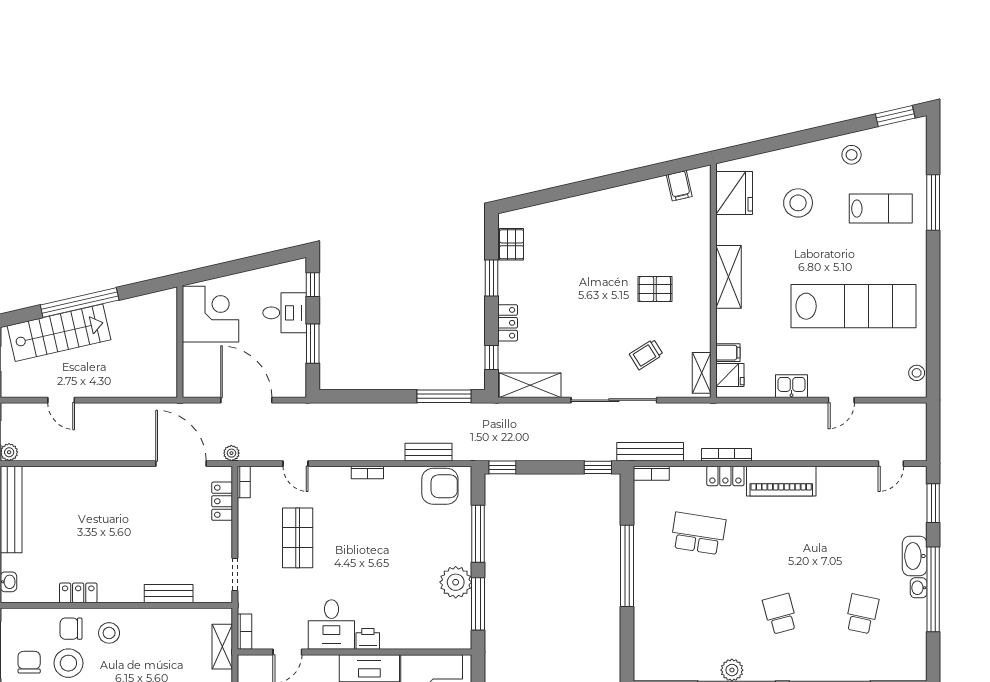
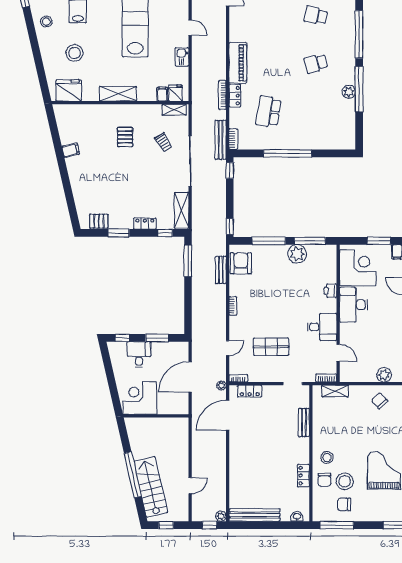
filing cabinet: (679, 186) -> (71, 150), moved
printer: (368, 639) -> (330, 291), moved

